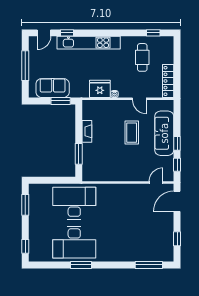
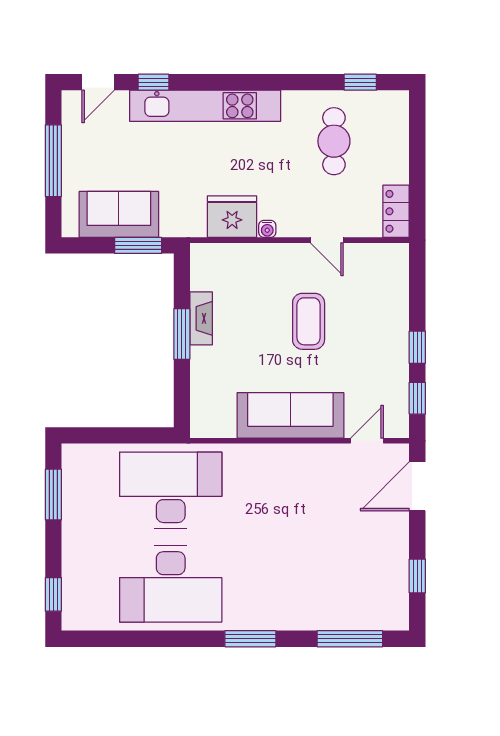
locker: (168, 81) -> (396, 211), width x0.66
sofa: (164, 133) -> (290, 415), moved, turned 90
window: (79, 154) -> (182, 334), moved
window: (81, 265) -> (250, 639), moved

